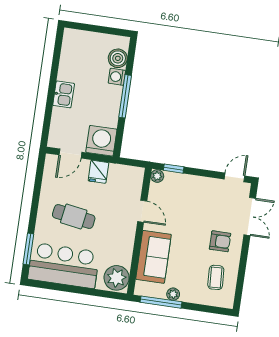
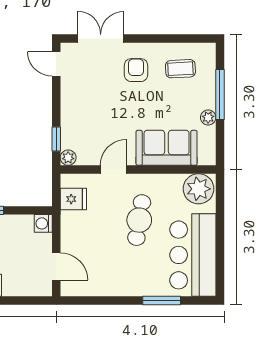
washing machine: (101, 141) -> (43, 223), width x0.53, depth x0.53
fridge: (98, 172) -> (73, 199), moved
cafe table: (74, 217) -> (139, 220), moved
window: (28, 249) -> (162, 300), moved
window: (161, 302) -> (220, 95), moved

